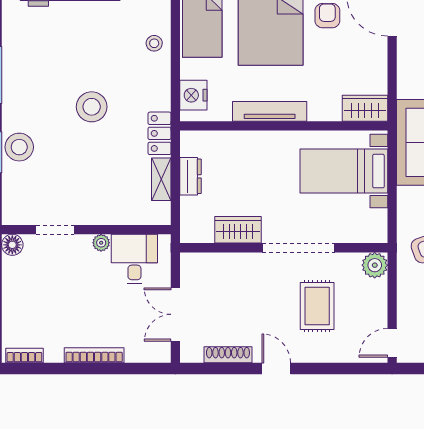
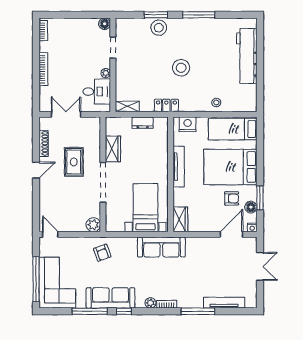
shelving: (161, 179) -> (127, 106), moved
rug: (317, 306) -> (74, 162), moved, turned 90

